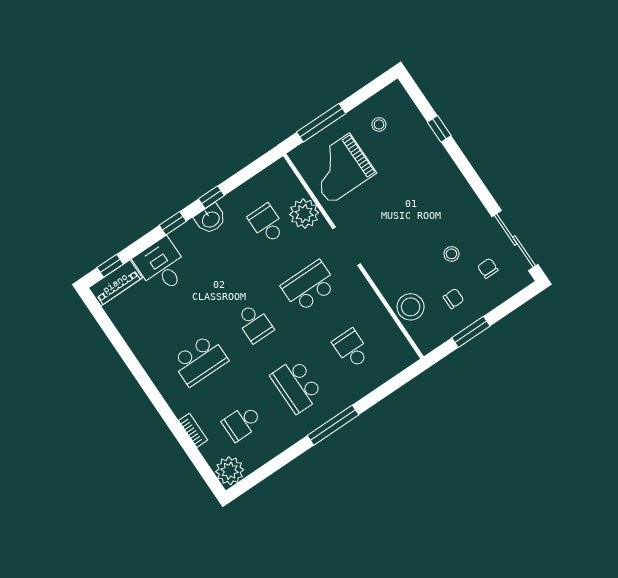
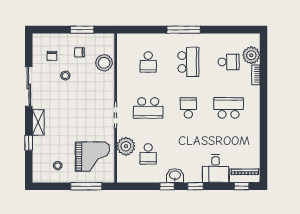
shelving: (445, 165) -> (38, 122), added
sliding door: (515, 240) -> (29, 86), moved
plant: (230, 471) -> (251, 55), moved

